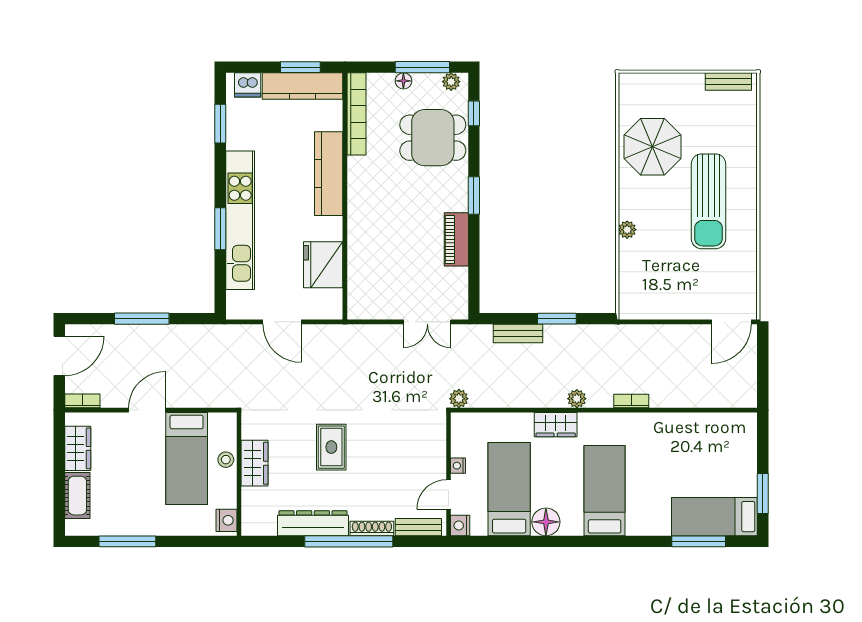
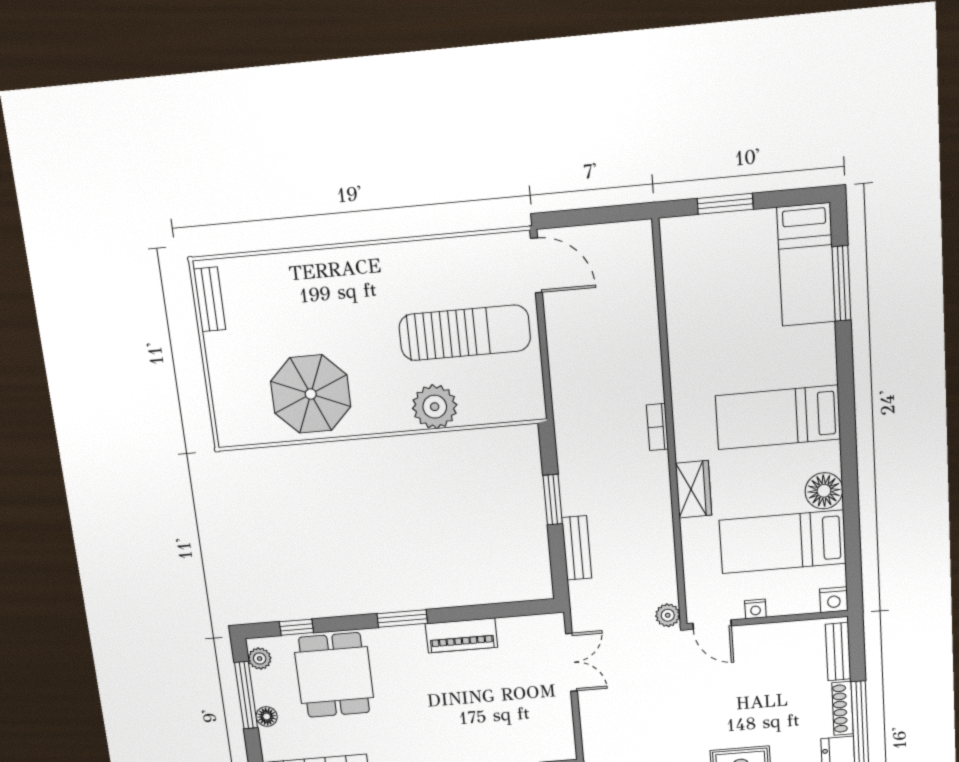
sun lounger: (709, 201) -> (465, 333), moved
plant: (627, 230) -> (435, 407), width x1.88, depth x1.88
plant: (577, 399) -> (657, 465), removed
bookcase: (631, 401) -> (657, 427), moved
window: (763, 494) -> (725, 204), moved
door: (448, 495) -> (712, 625), moved

